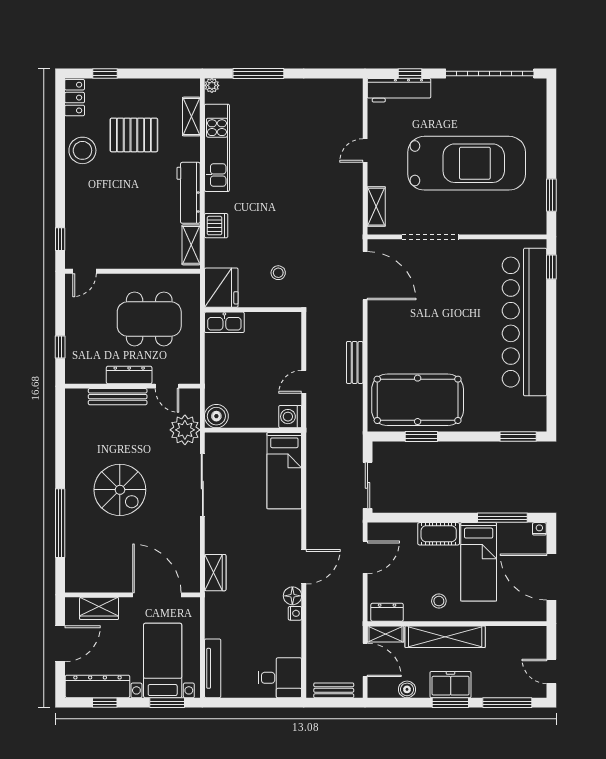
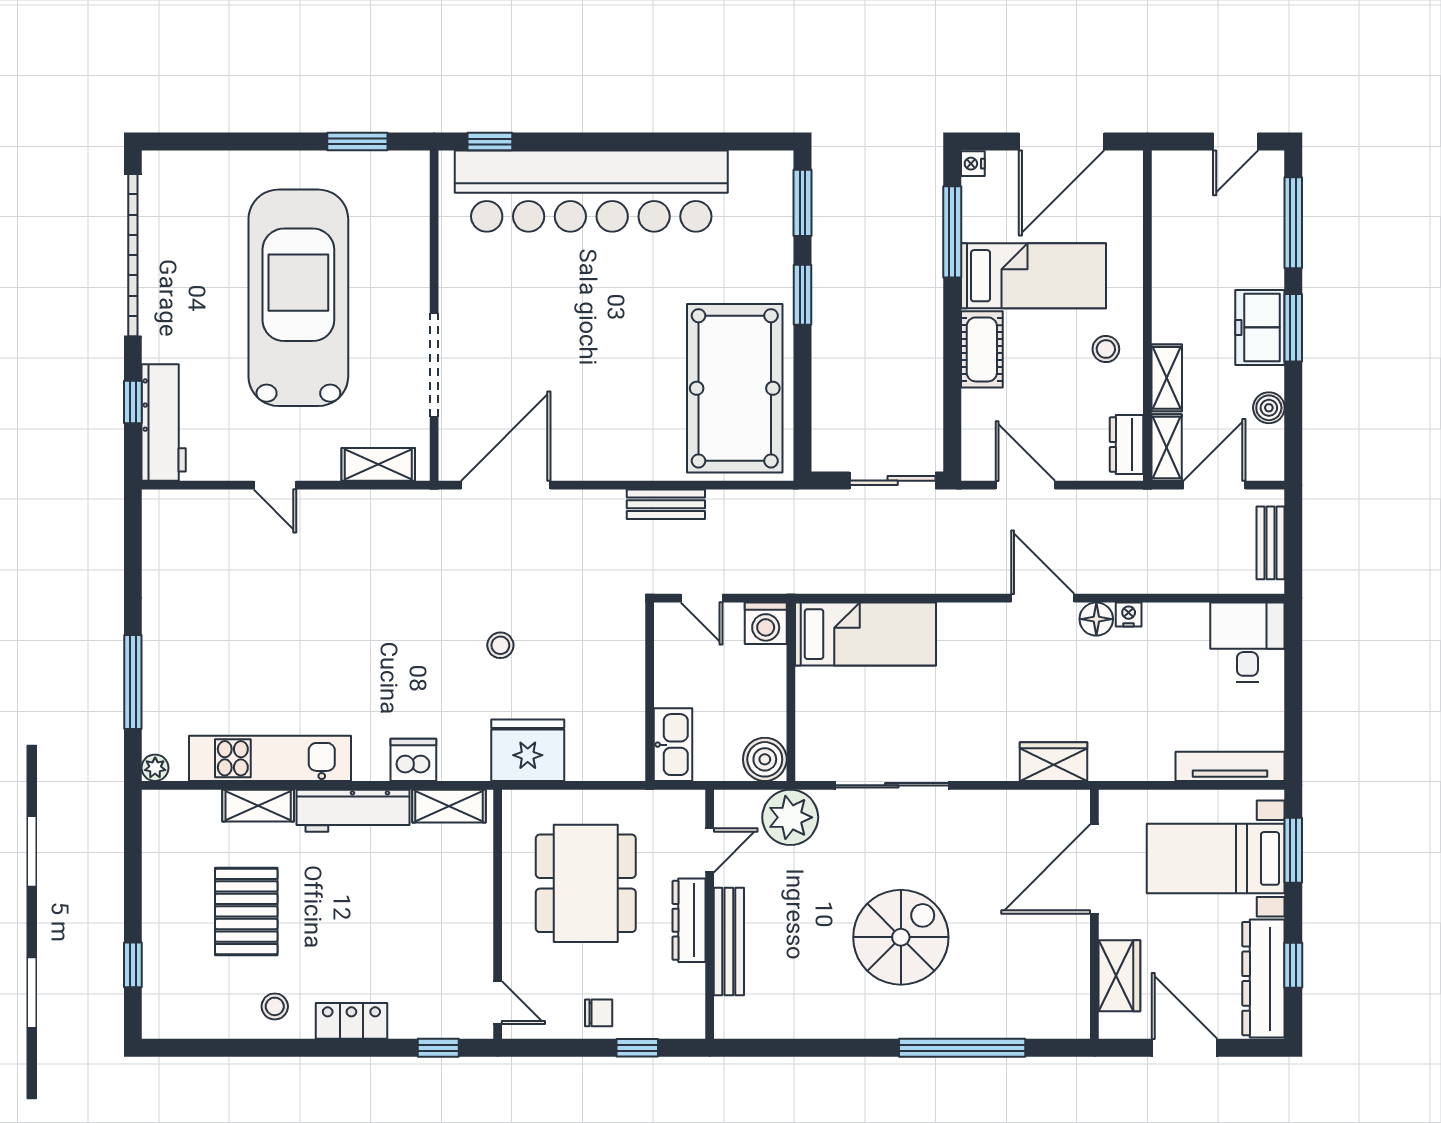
locker: (75, 98) -> (351, 1021), moved
shelving: (191, 117) -> (258, 806), moved
stool: (82, 150) -> (275, 1006), width x0.53, depth x0.53
wall: (253, 310) -> (650, 692), moved
kitchen sink: (224, 322) -> (673, 745), moved
chair: (79, 326) -> (599, 1013), added
window: (421, 437) -> (802, 295), moved
shelving: (445, 637) -> (1167, 378), width x0.45, depth x0.75

